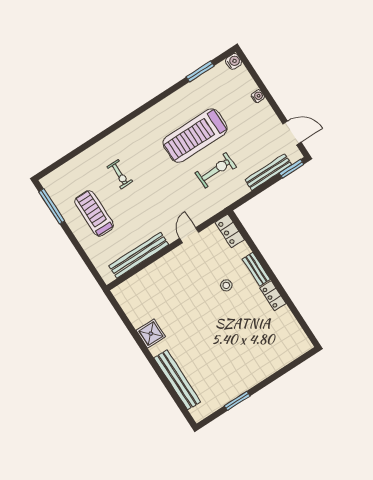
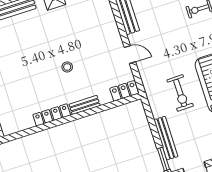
stool: (226, 285) -> (67, 67), moved
locker: (273, 296) -> (52, 115), width x1.53

